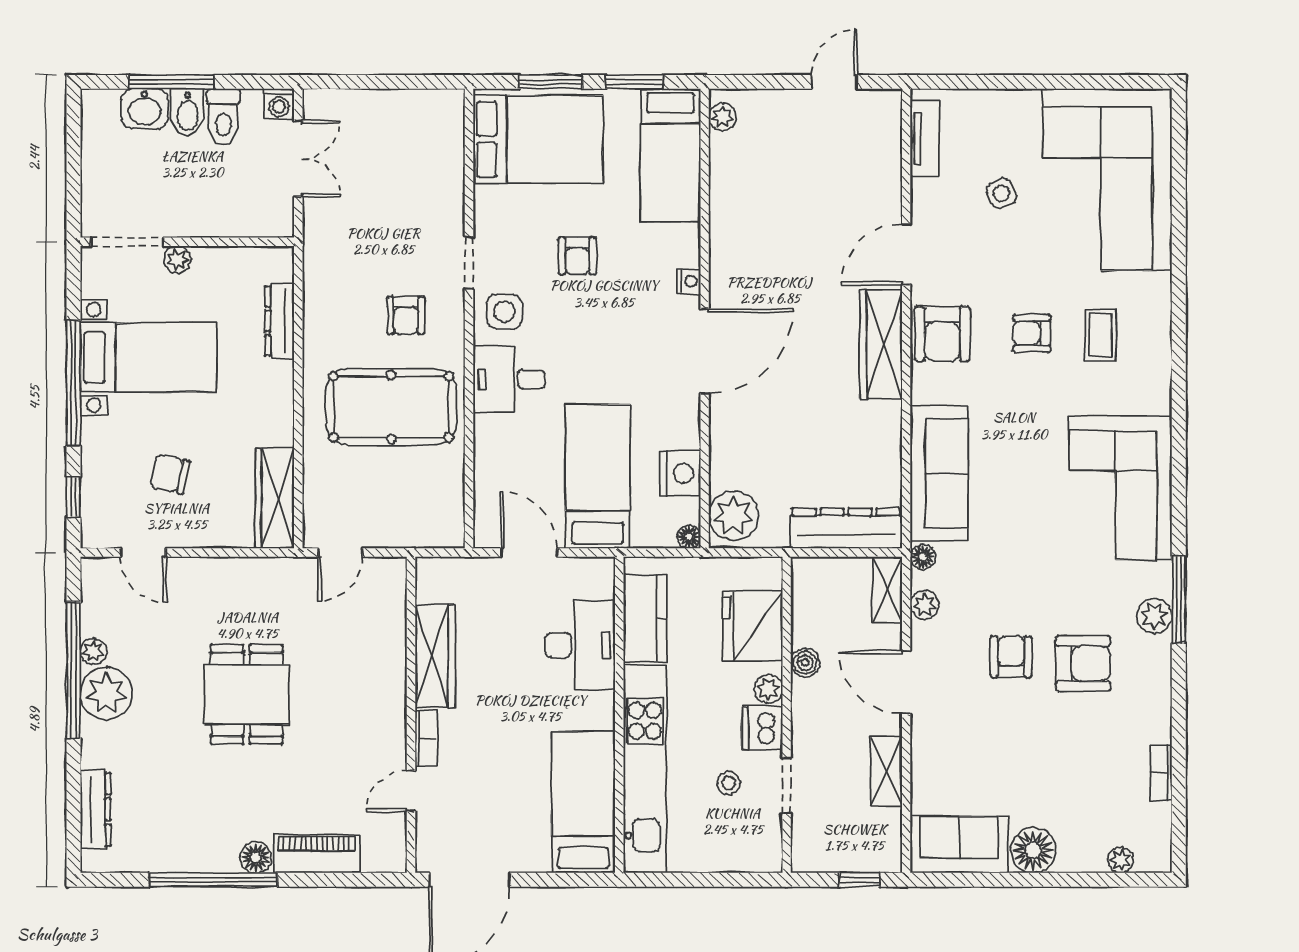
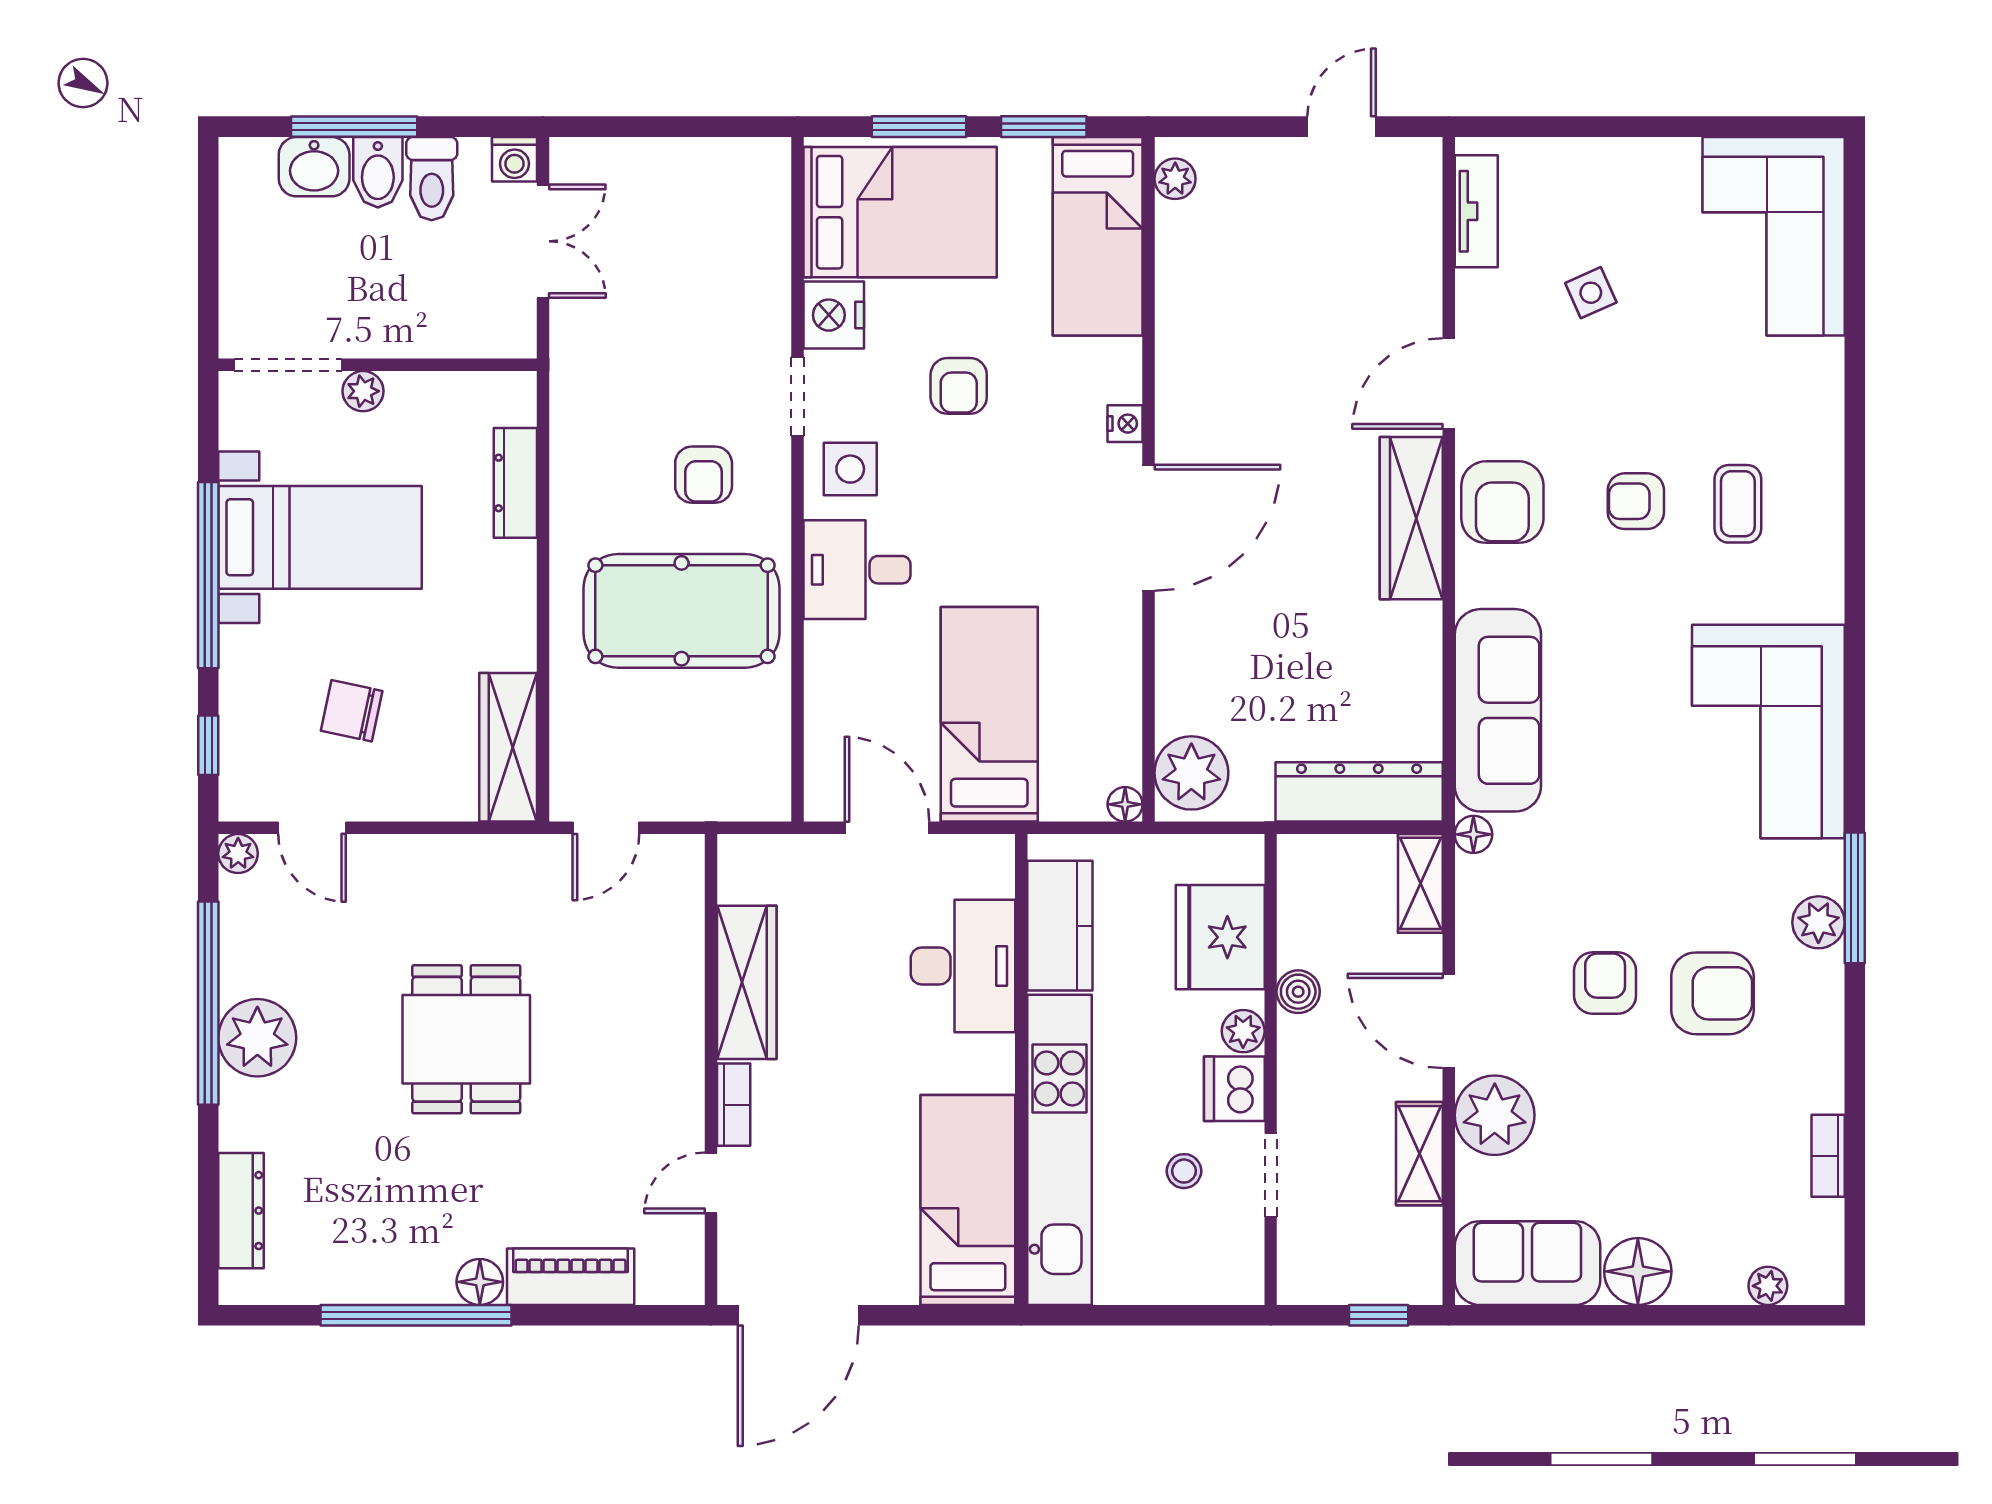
corner sofa: (1107, 180) -> (1774, 236), width x0.73, depth x0.74
nightstand: (680, 473) -> (834, 315), moved, turned 180
plant: (924, 605) -> (1495, 1115), moved, width x1.88, depth x1.88
plant: (93, 651) -> (238, 854), moved

